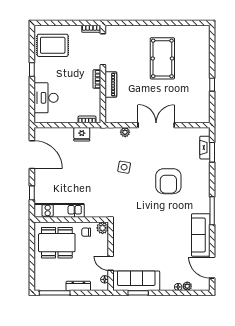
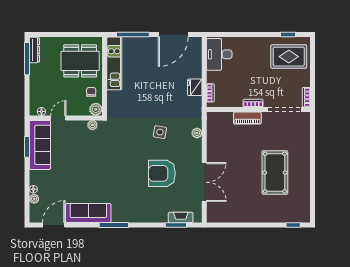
rug: (53, 45) -> (289, 57), turned 90
pool table: (162, 58) -> (275, 173), turned 90
window: (32, 70) -> (288, 35), moved
window: (212, 85) -> (293, 225), moved
desk: (46, 98) -> (219, 54), moved, turned -90
double door: (156, 125) -> (204, 182), moved
armchair: (168, 181) -> (162, 173), moved
window: (32, 193) -> (133, 35), width x2.17
plant: (117, 231) -> (92, 125), added
dining table: (57, 243) -> (80, 61), turned 90
dresser: (78, 286) -> (34, 50), moved

